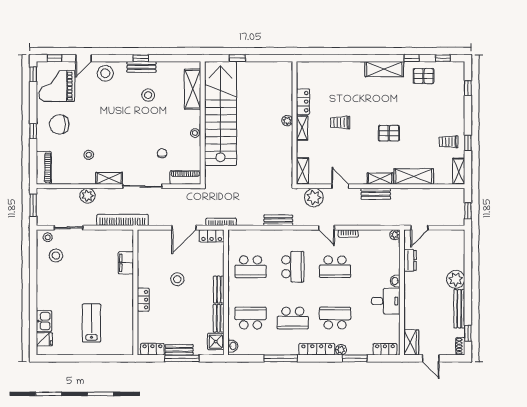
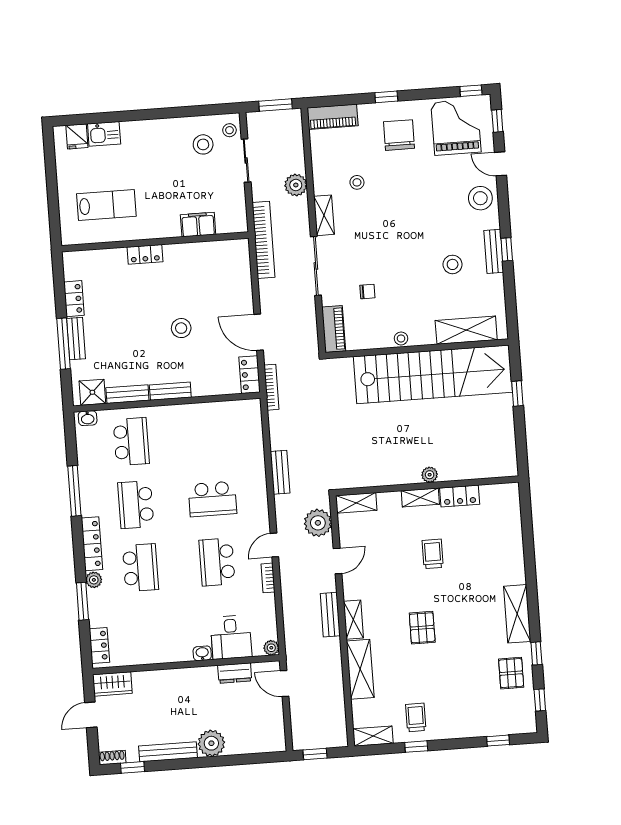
filing cabinet: (126, 263) -> (198, 225), moved
school desk: (251, 267) -> (208, 436), removed
wall: (135, 292) -> (155, 242), moved
locker: (143, 300) -> (145, 254), moved
desk: (386, 301) -> (231, 637), moved

